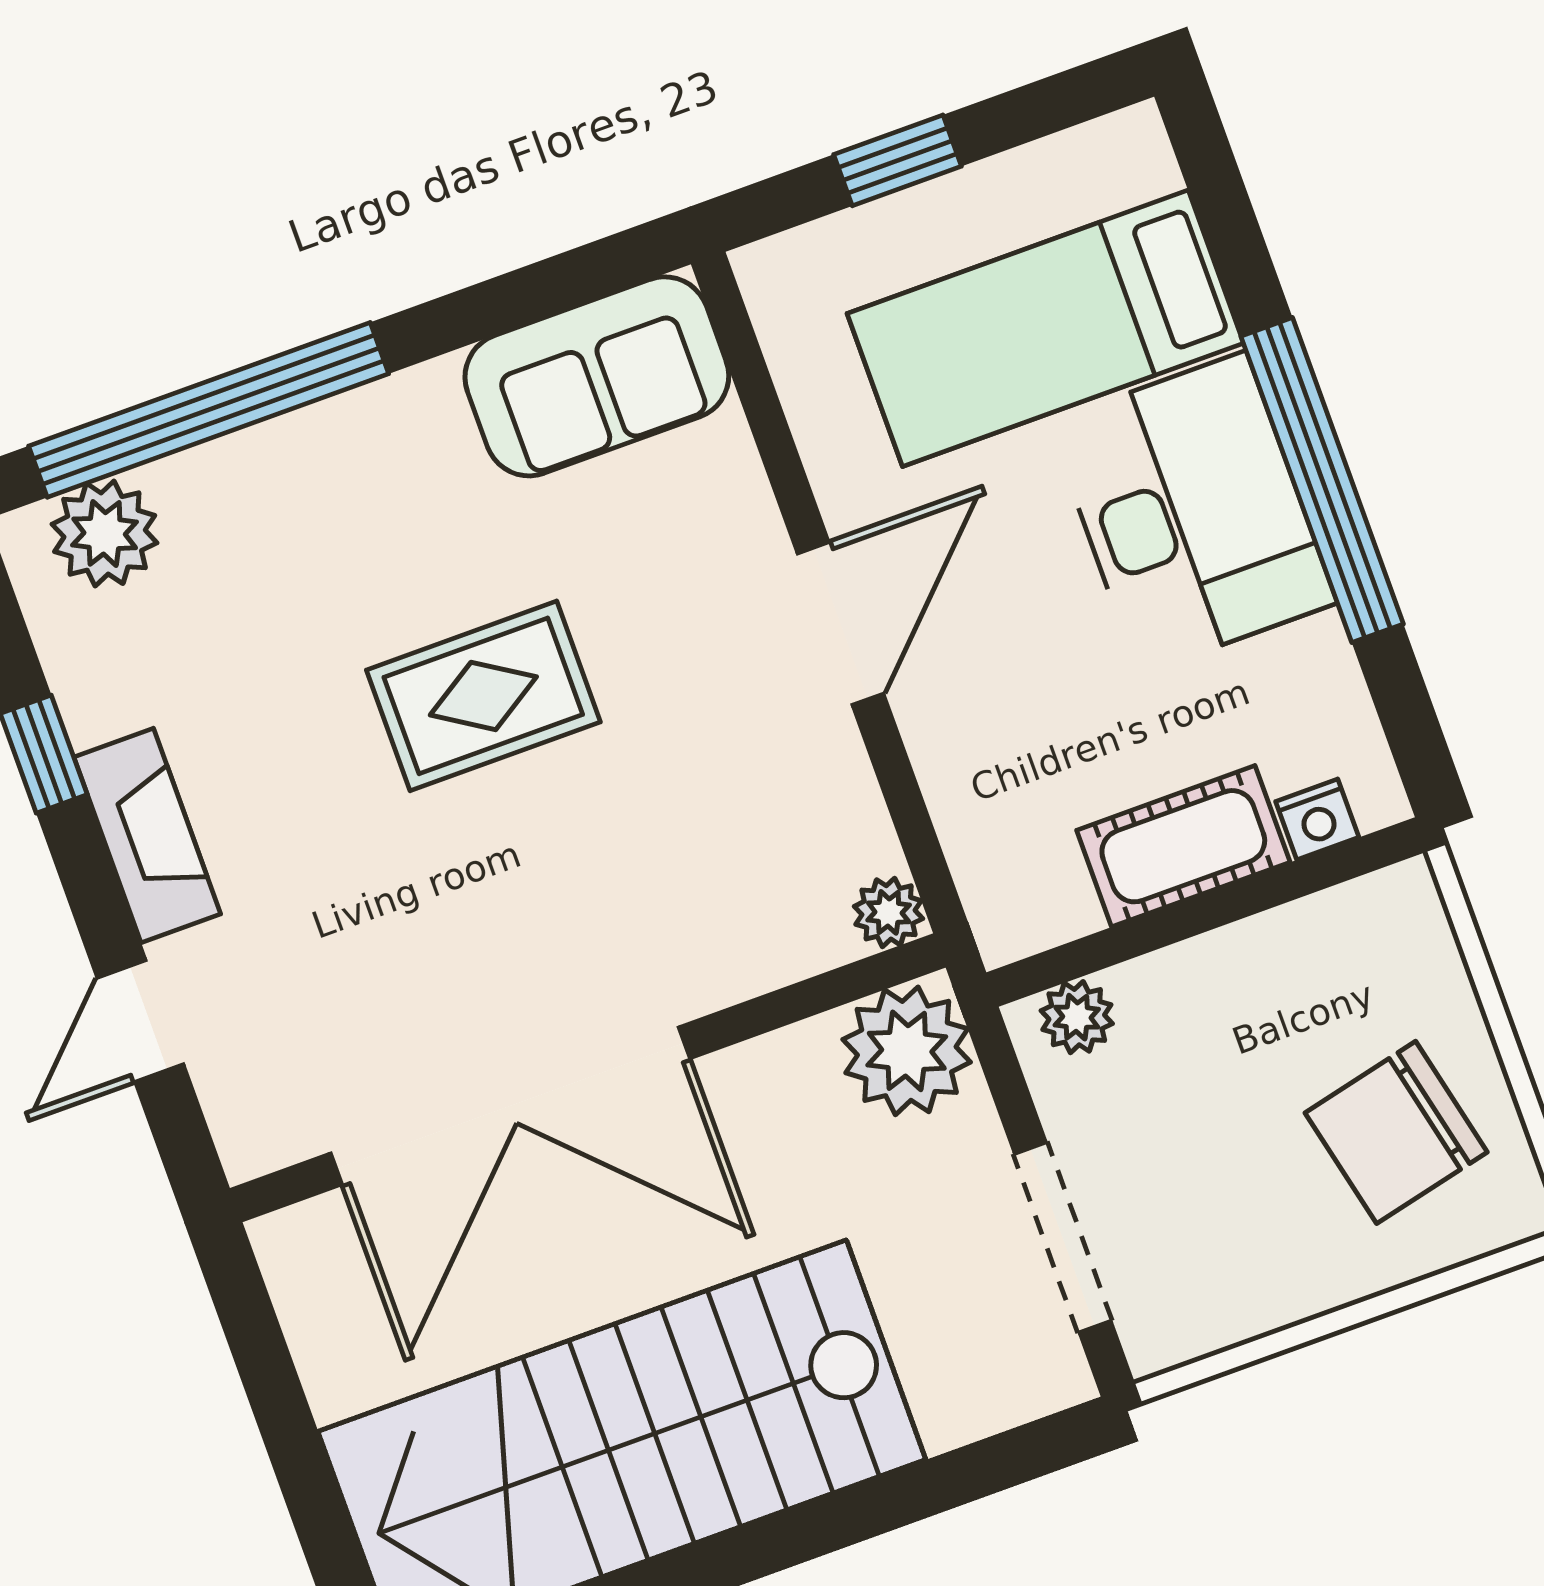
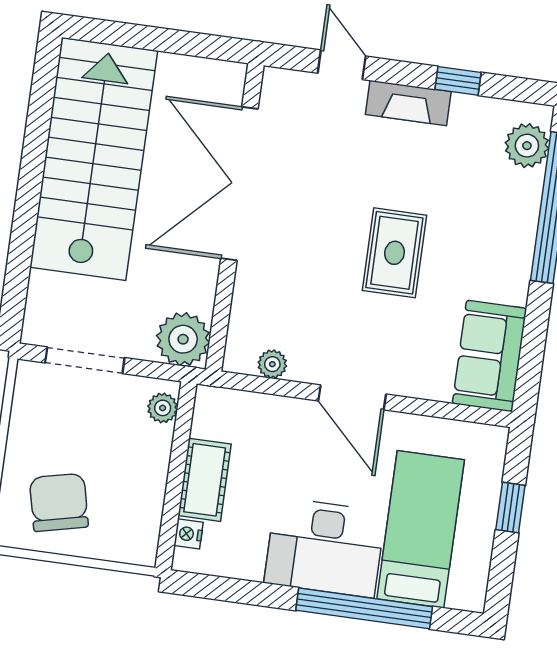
window: (1322, 480) -> (364, 608), moved
plant: (889, 912) -> (272, 364), moved

